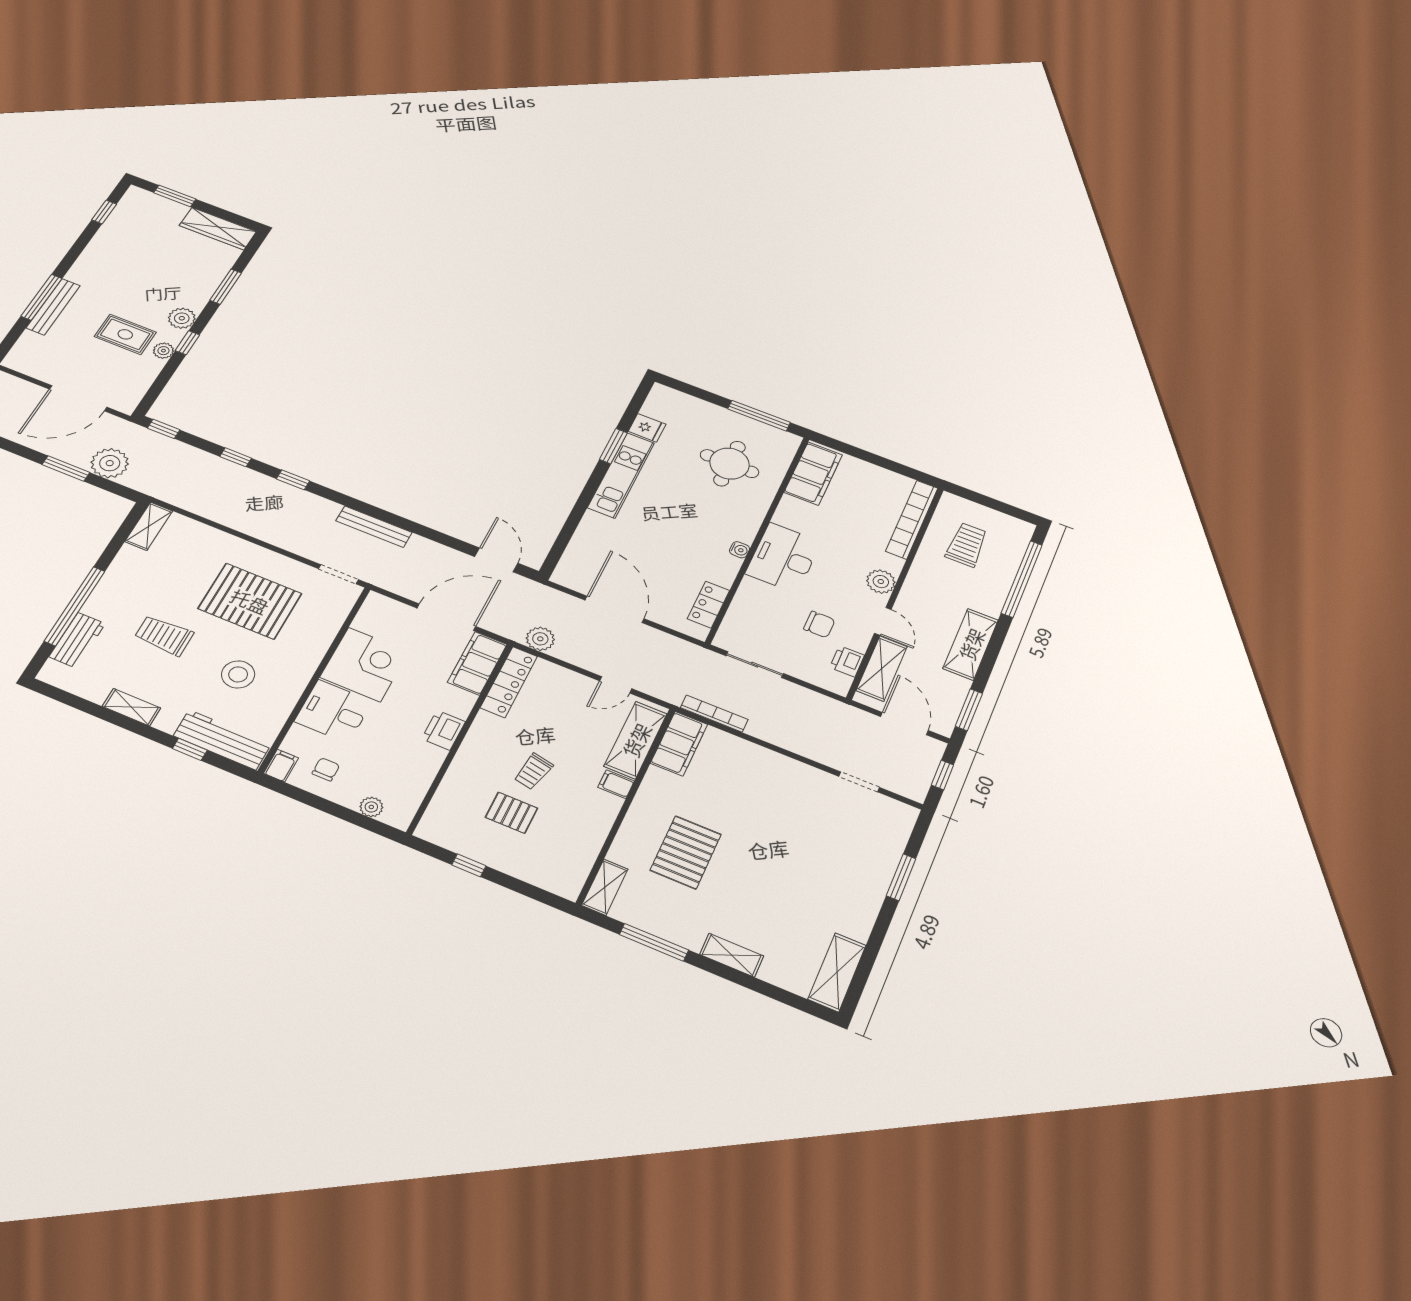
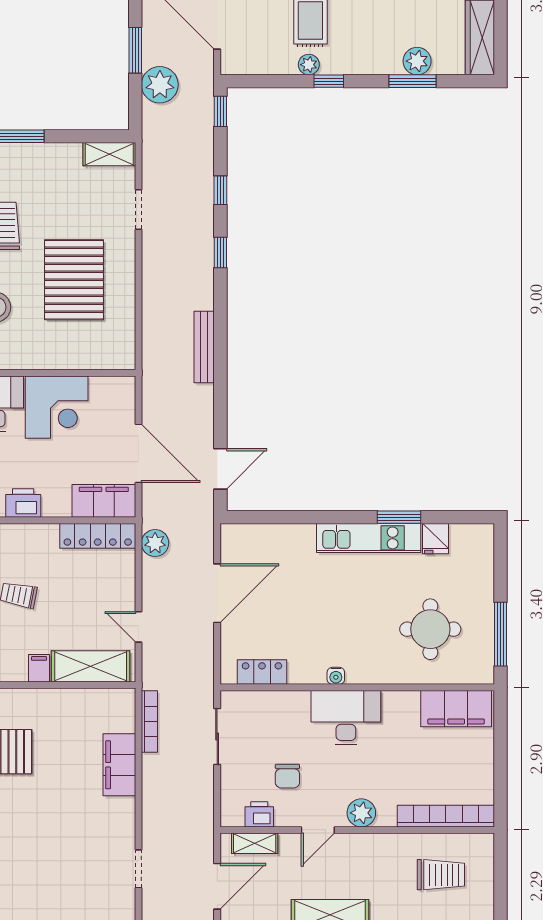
plant: (182, 318) -> (417, 61), moved
doorway: (338, 574) -> (139, 209), moved
shelving: (882, 668) -> (255, 843), width x0.67, depth x0.75
filing cabinet: (679, 744) -> (119, 765), moved, turned 90

